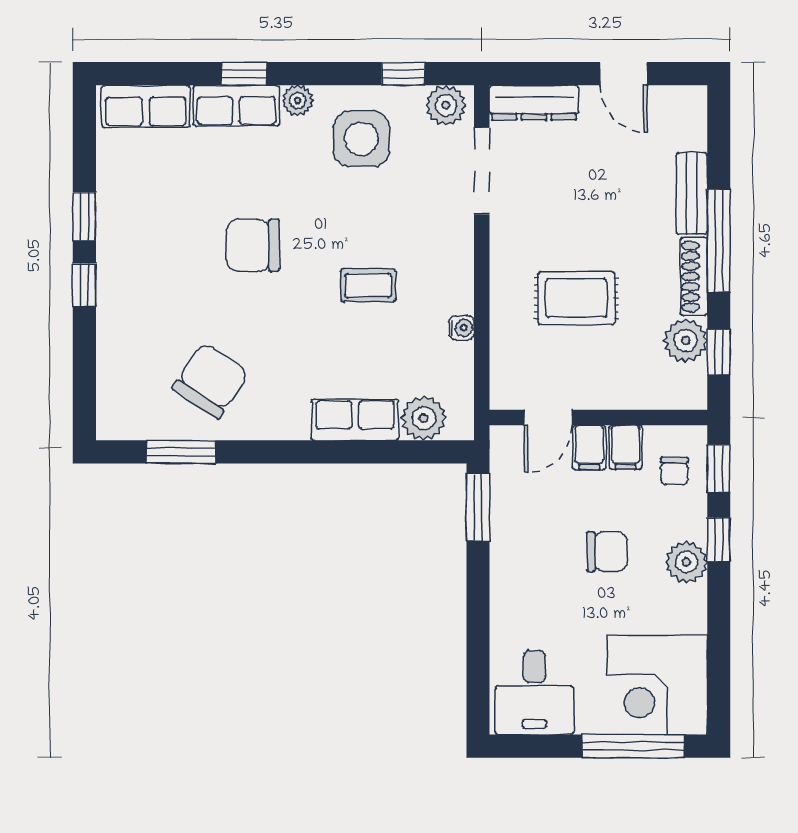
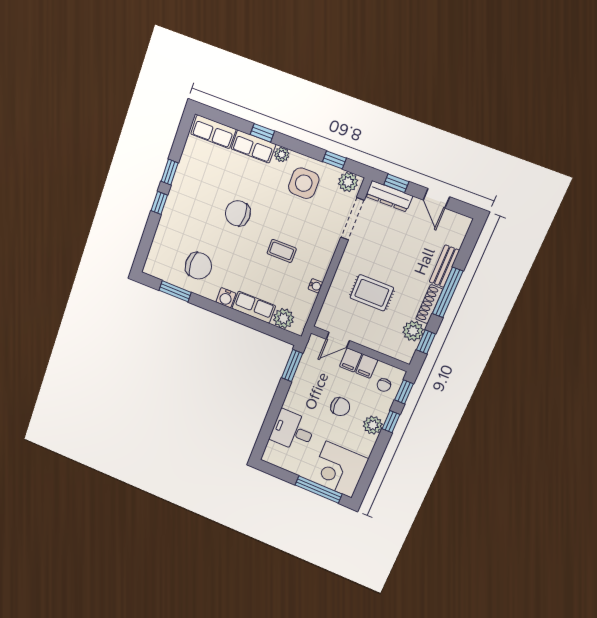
window: (538, 74) -> (396, 183), added
chair: (211, 381) -> (198, 266), turned 56
water cooler: (291, 423) -> (226, 298), added
desk: (534, 692) -> (293, 431), moved, turned 90

